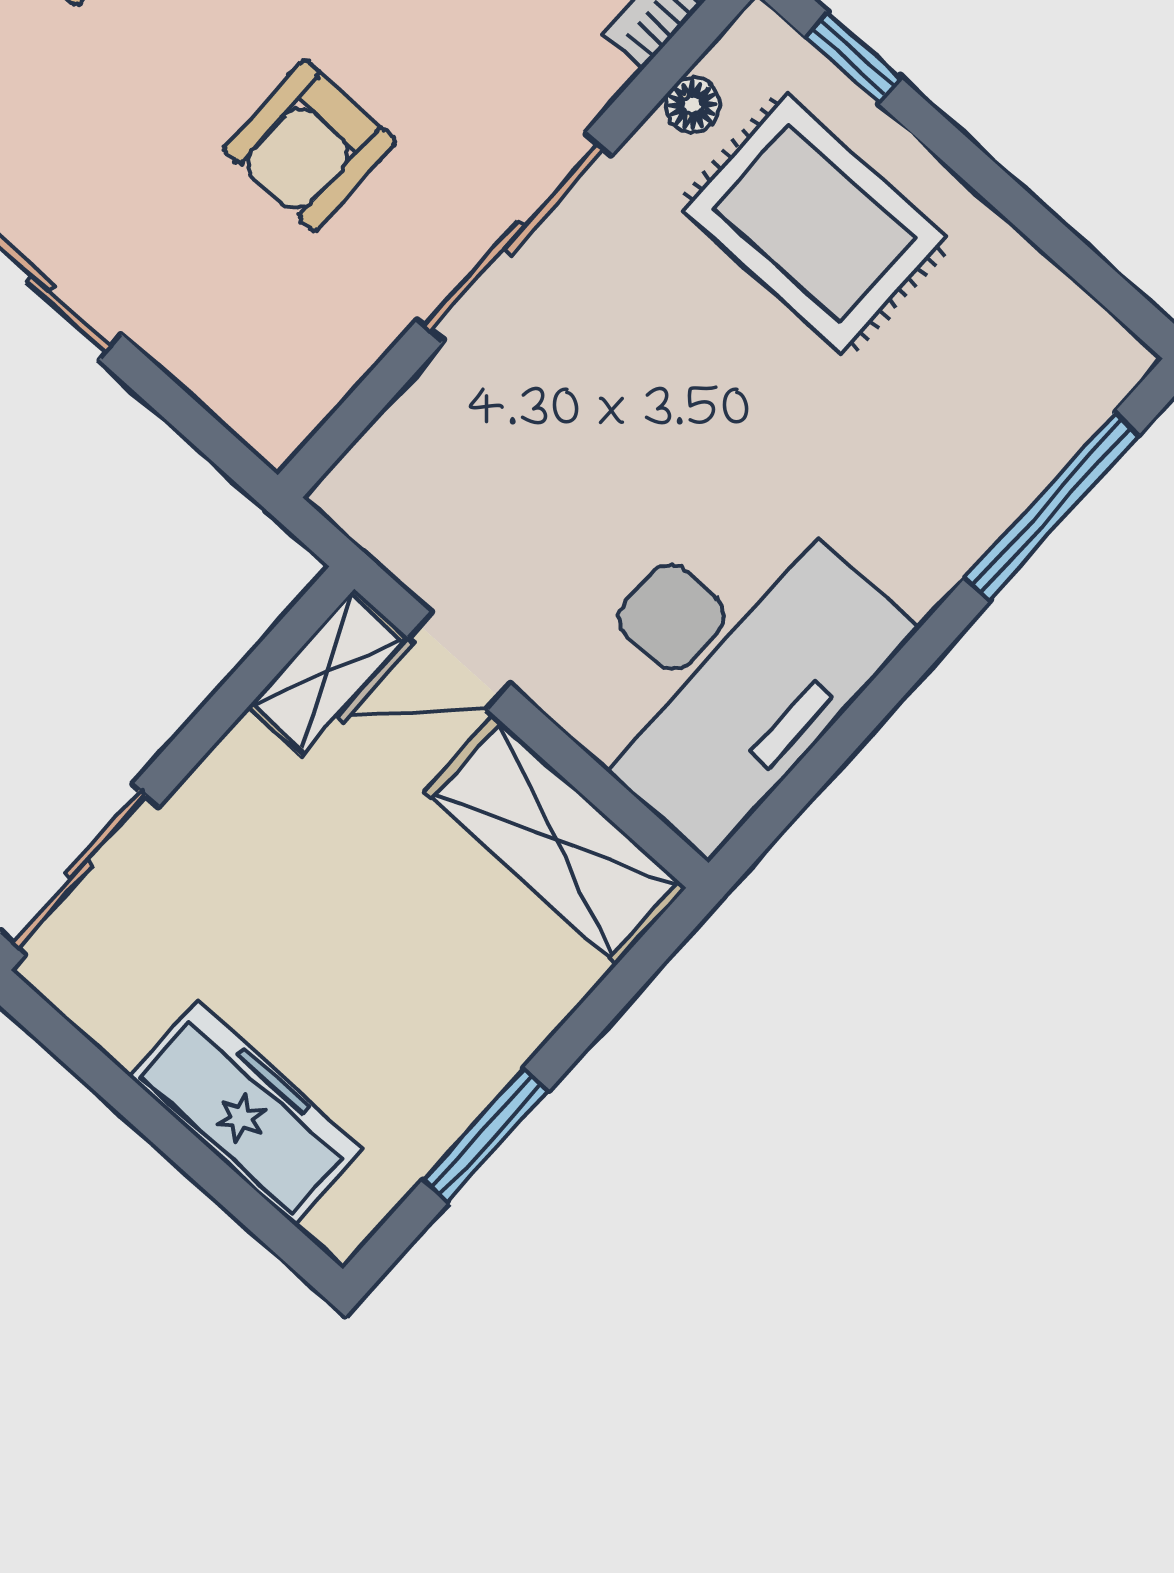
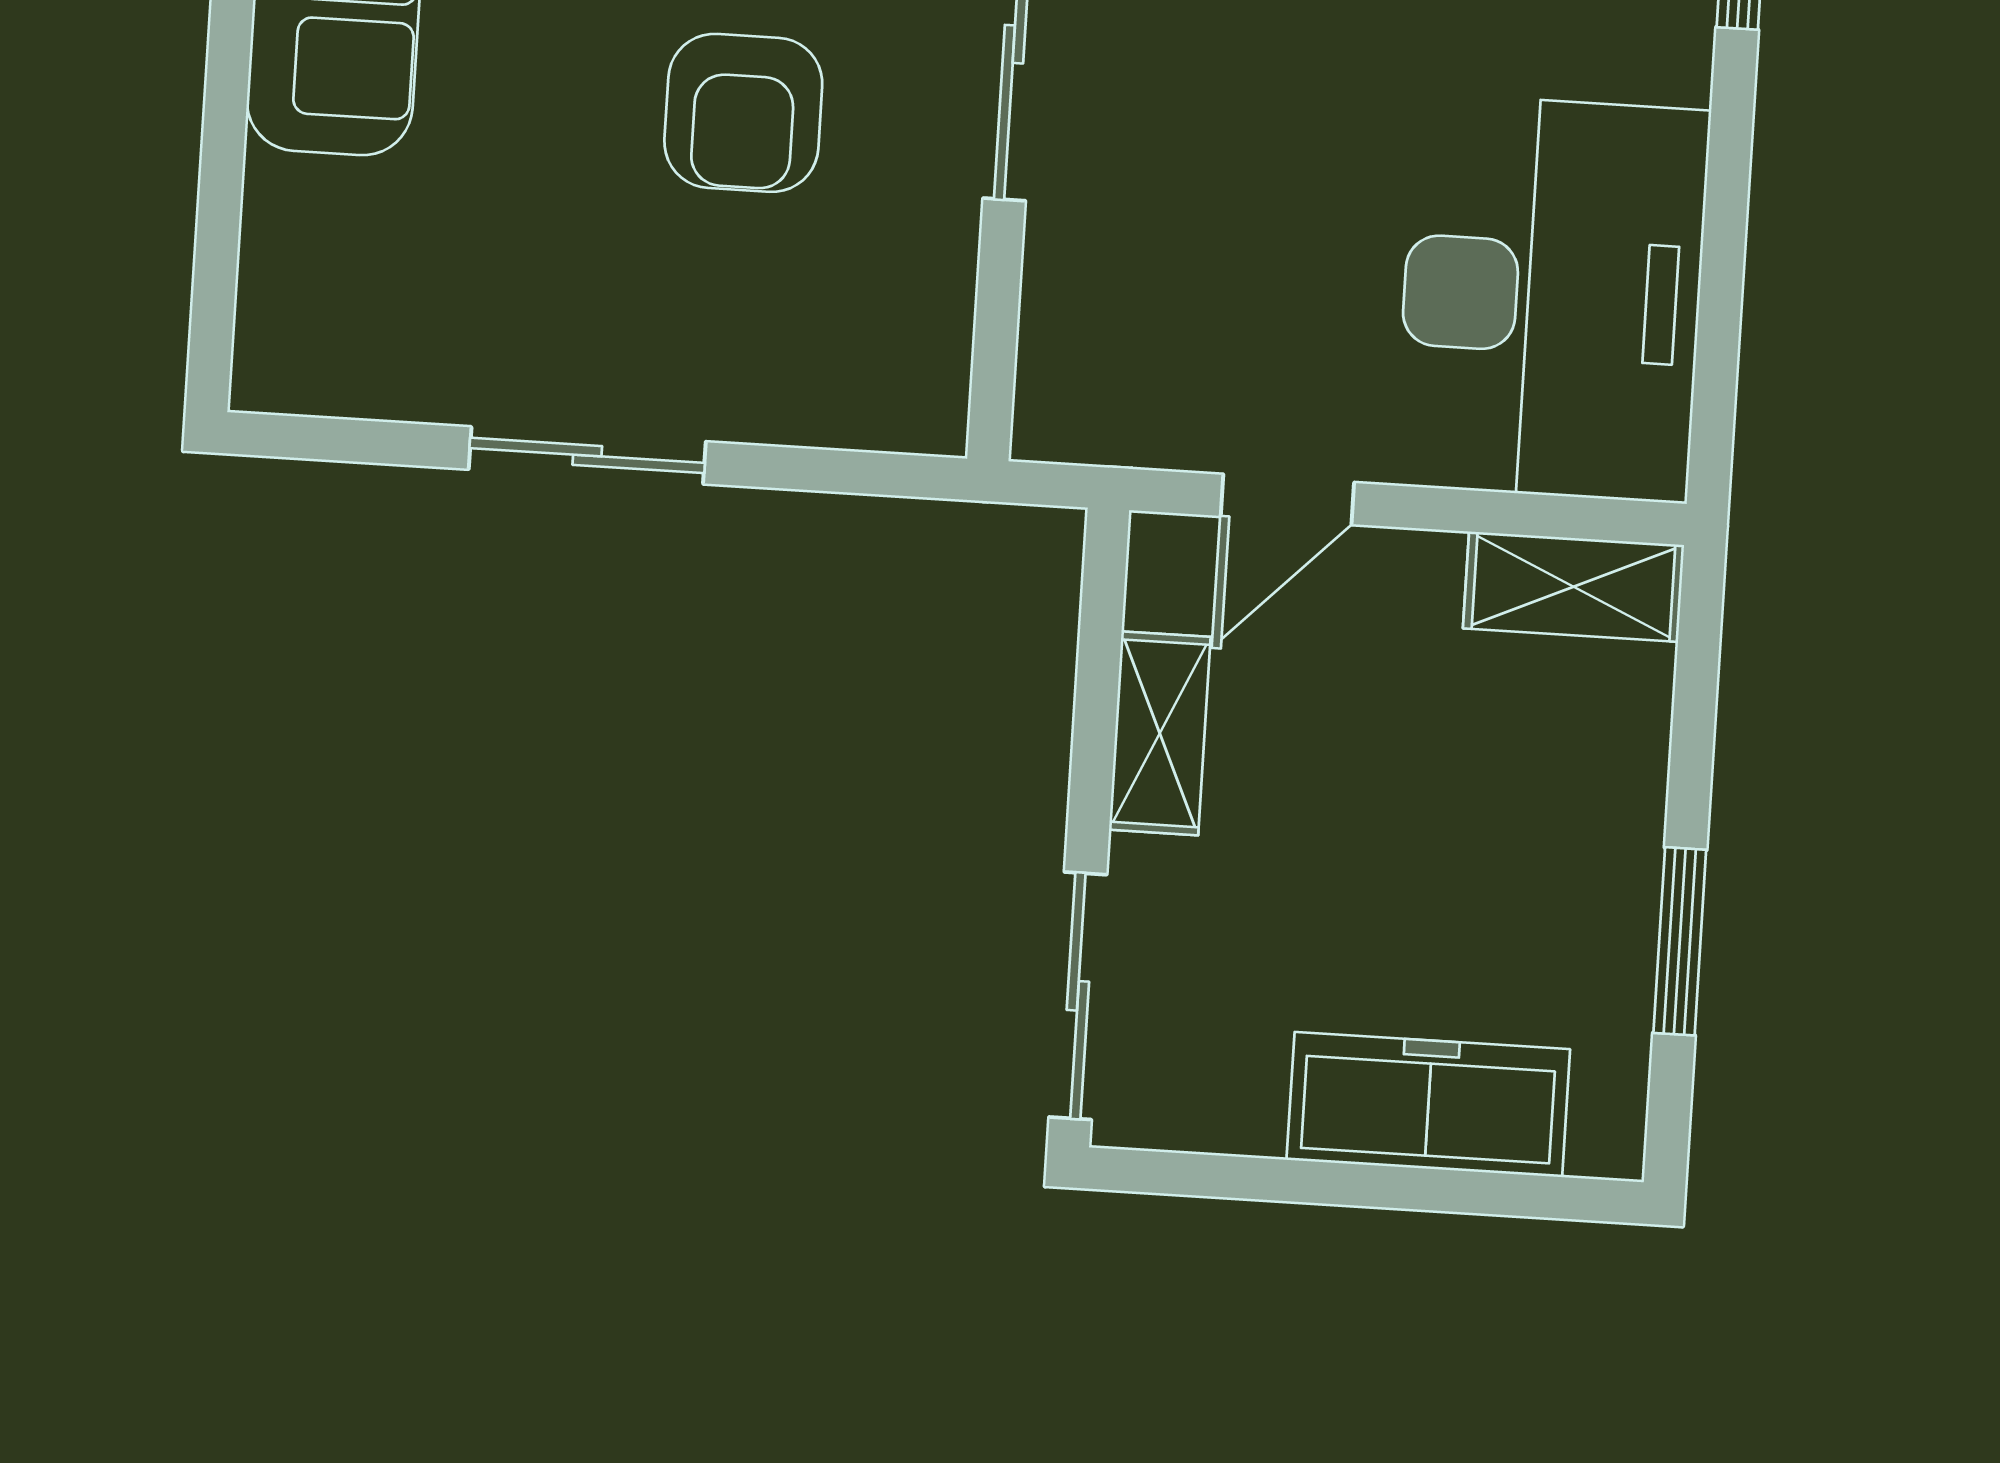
shelving: (327, 672) -> (1160, 733), moved
shelving: (555, 839) -> (1574, 587), width x0.67, depth x0.75

